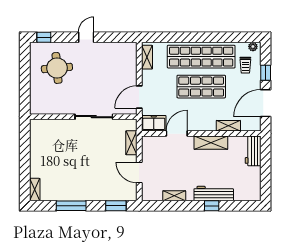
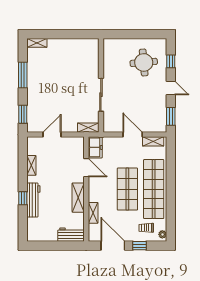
window: (44, 37) -> (171, 61), moved
window: (118, 37) -> (171, 116), added
door: (139, 97) -> (133, 135), moved
shelving: (131, 143) -> (88, 128), moved

